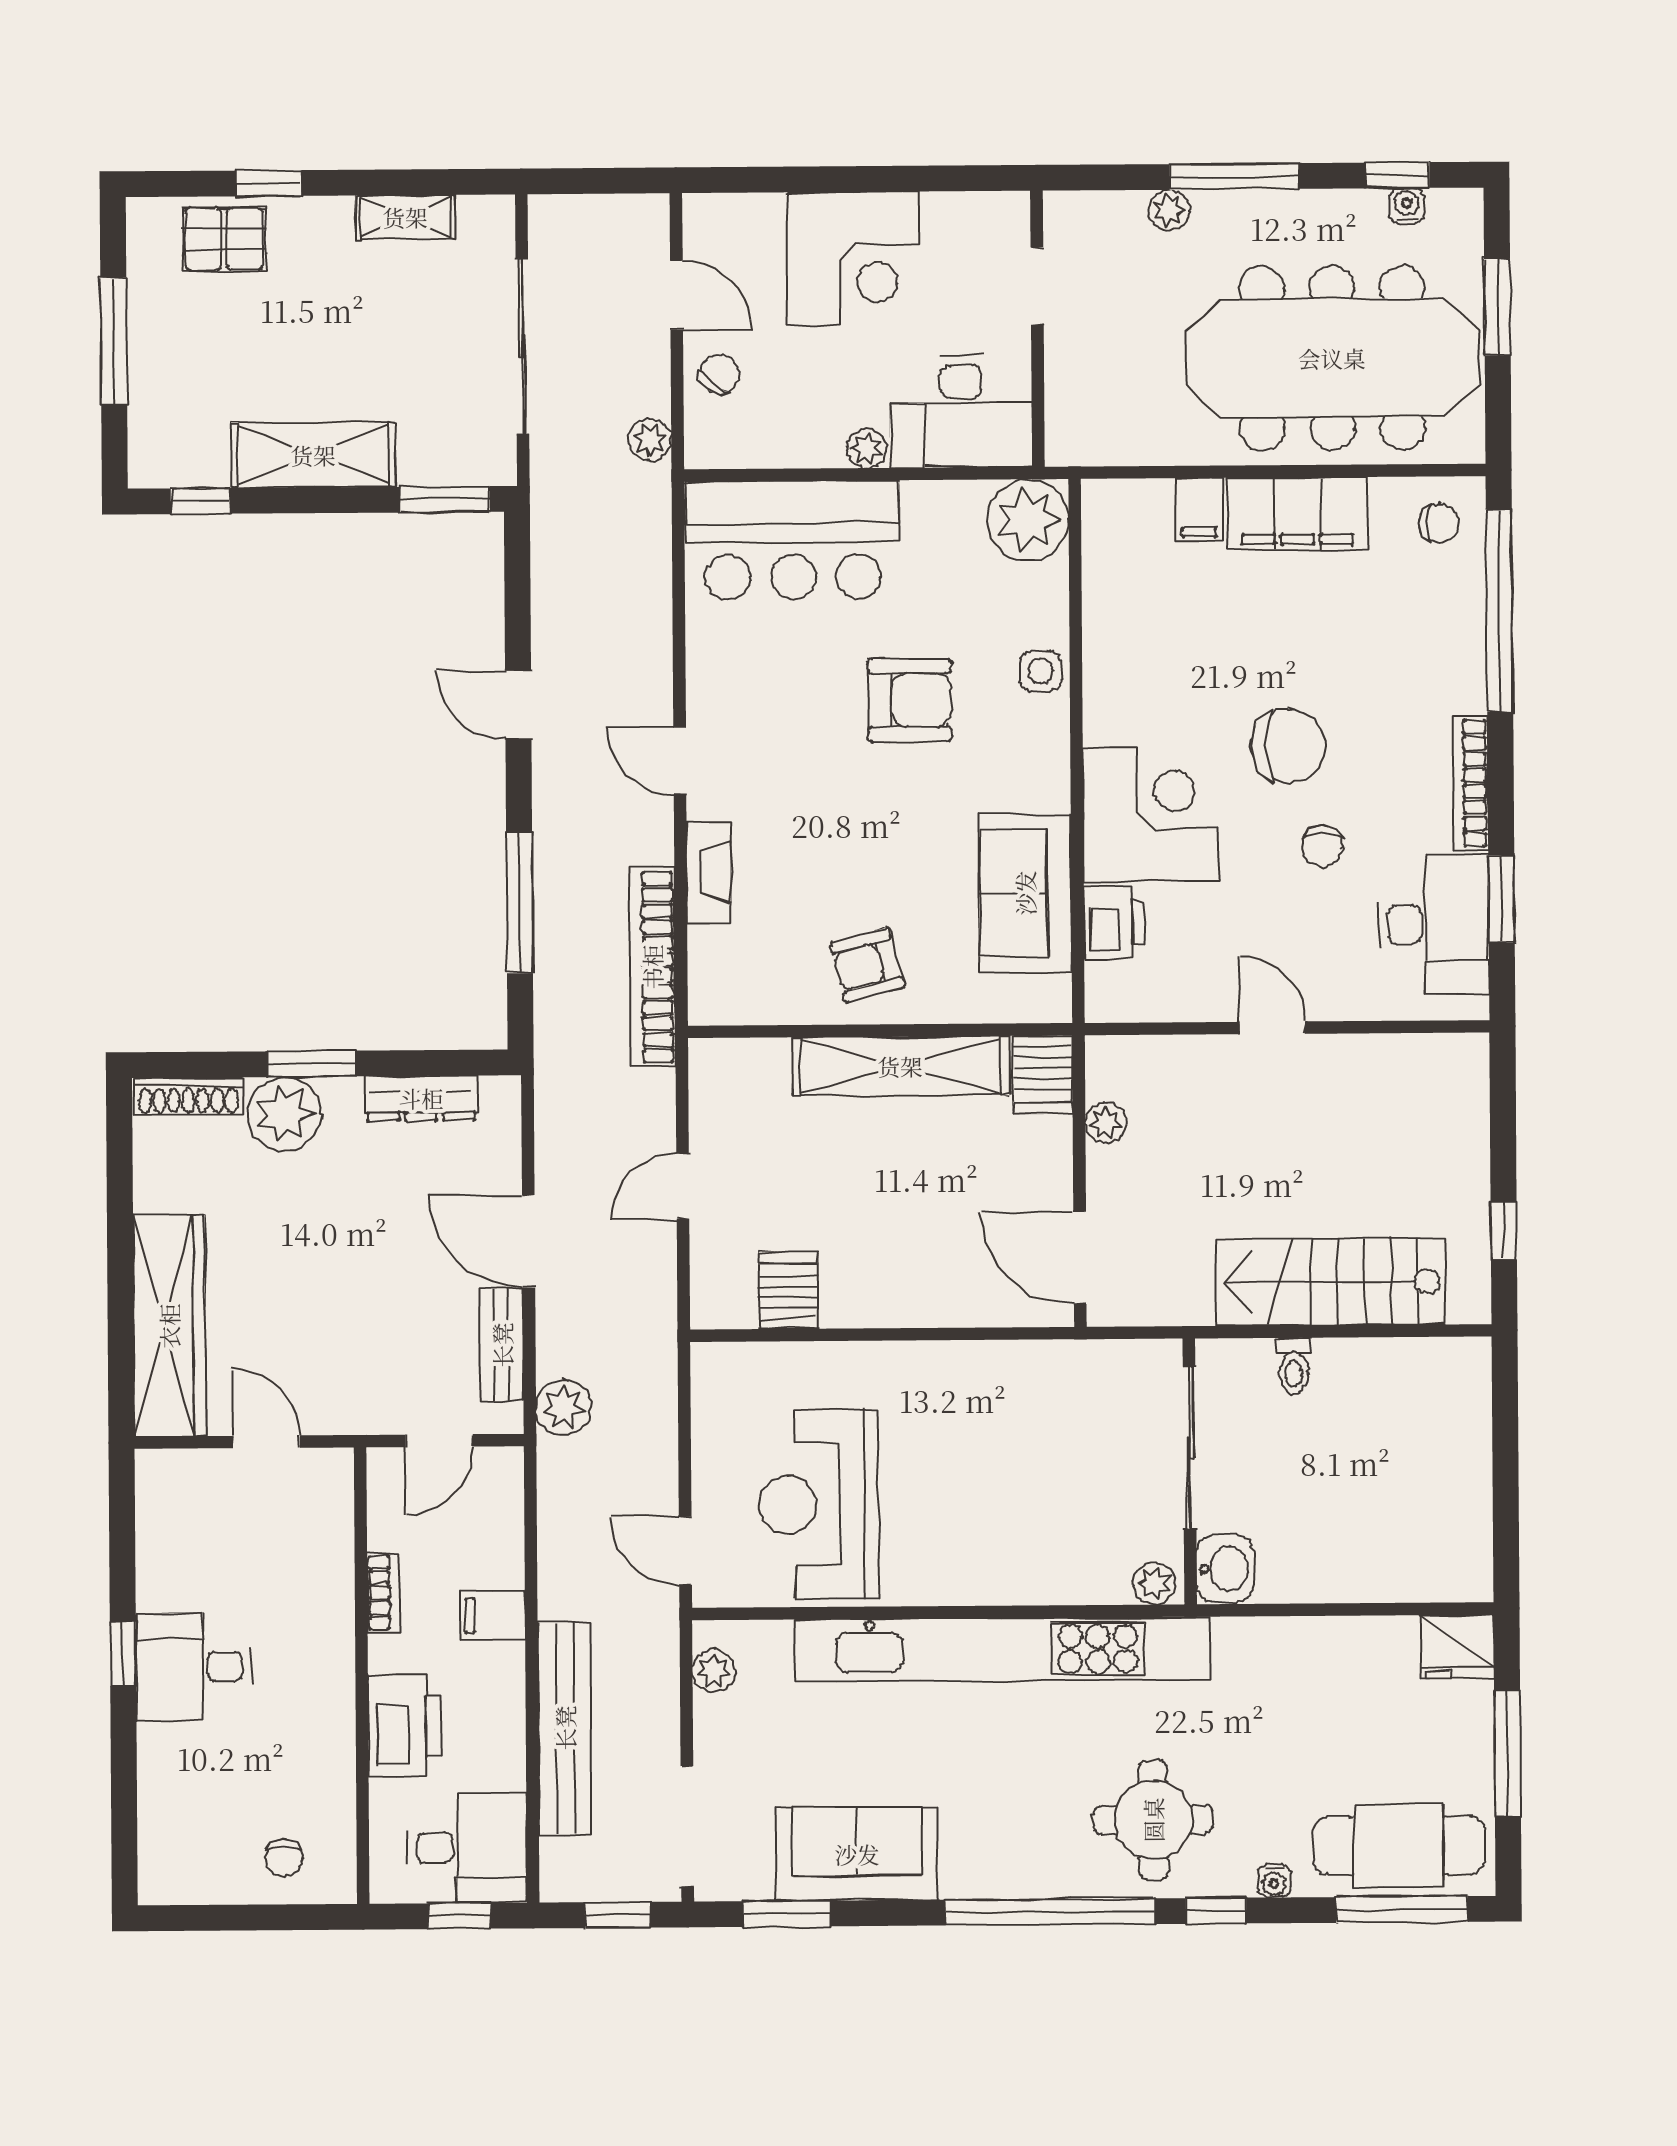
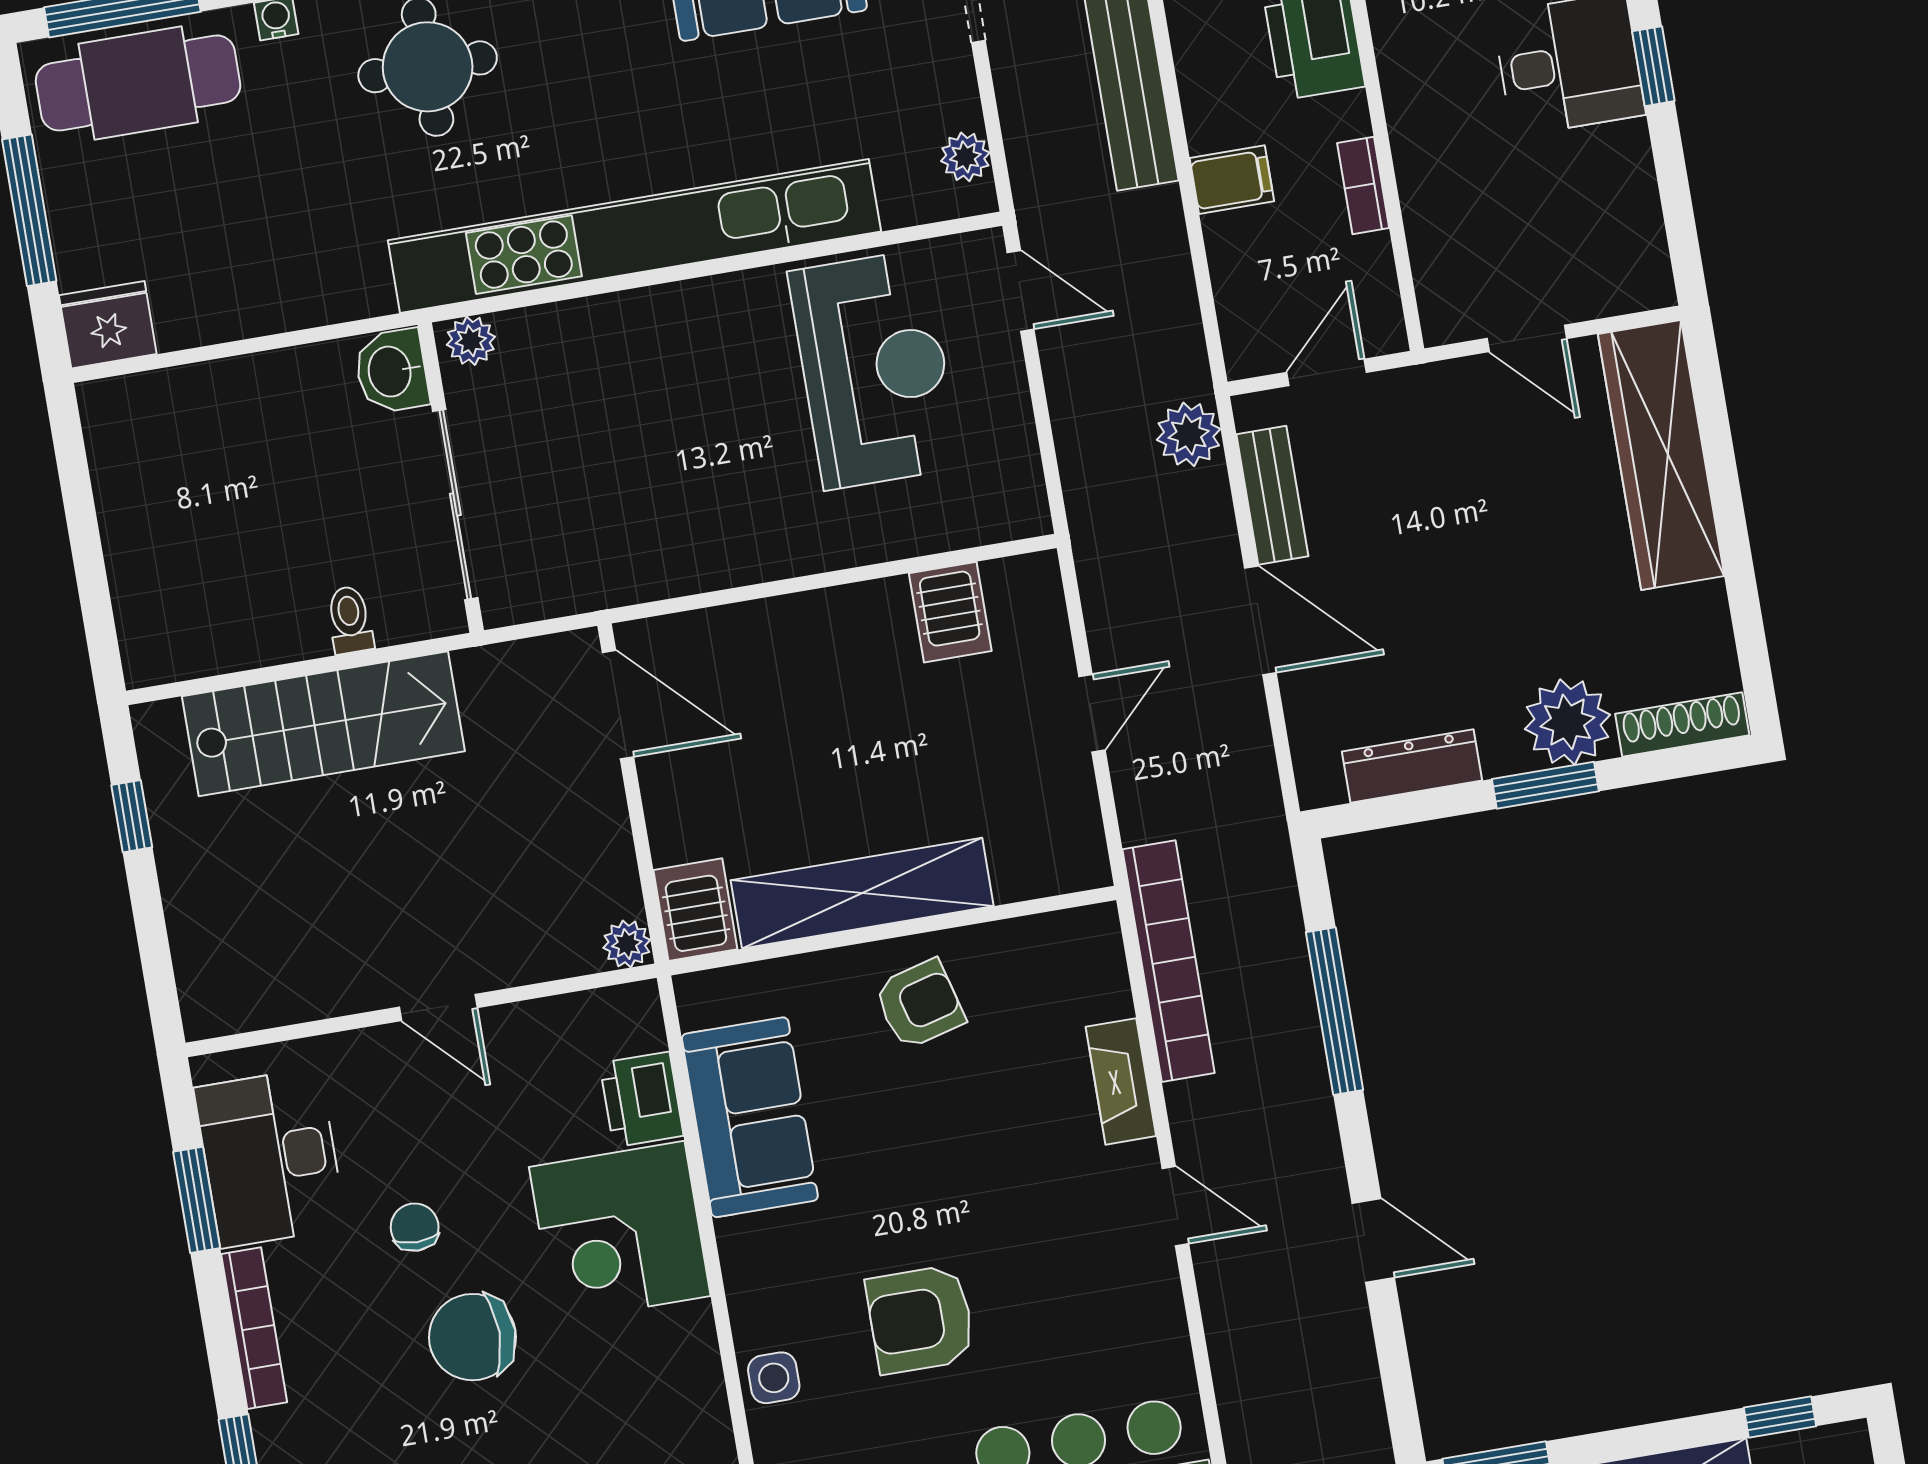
plant: (1106, 1123) -> (627, 944), moved

